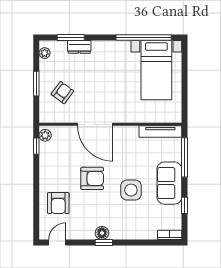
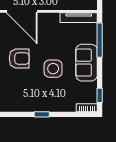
window: (184, 205) -> (100, 95), moved
floor lamp: (102, 233) -> (28, 106), removed
window: (104, 243) -> (42, 114), moved

